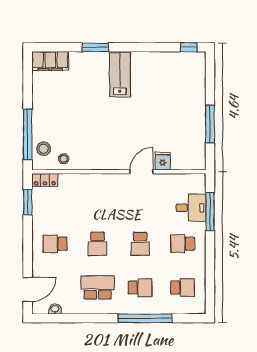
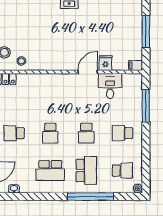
filing cabinet: (198, 164) -> (136, 65), added
desk: (191, 208) -> (110, 86), moved, turned -90
school desk: (98, 288) -> (50, 170), turned 180
school desk: (140, 288) -> (86, 170), width x1.85
plant: (200, 309) -> (138, 188), added

